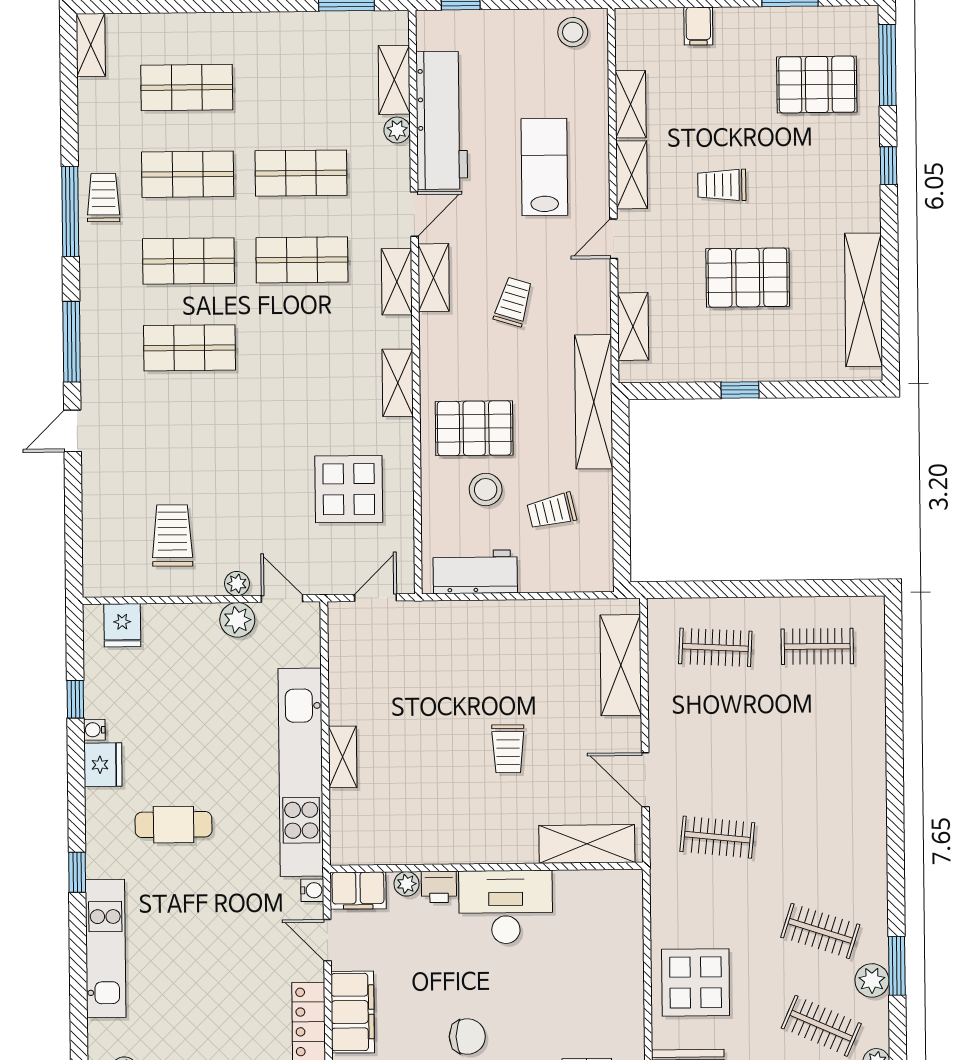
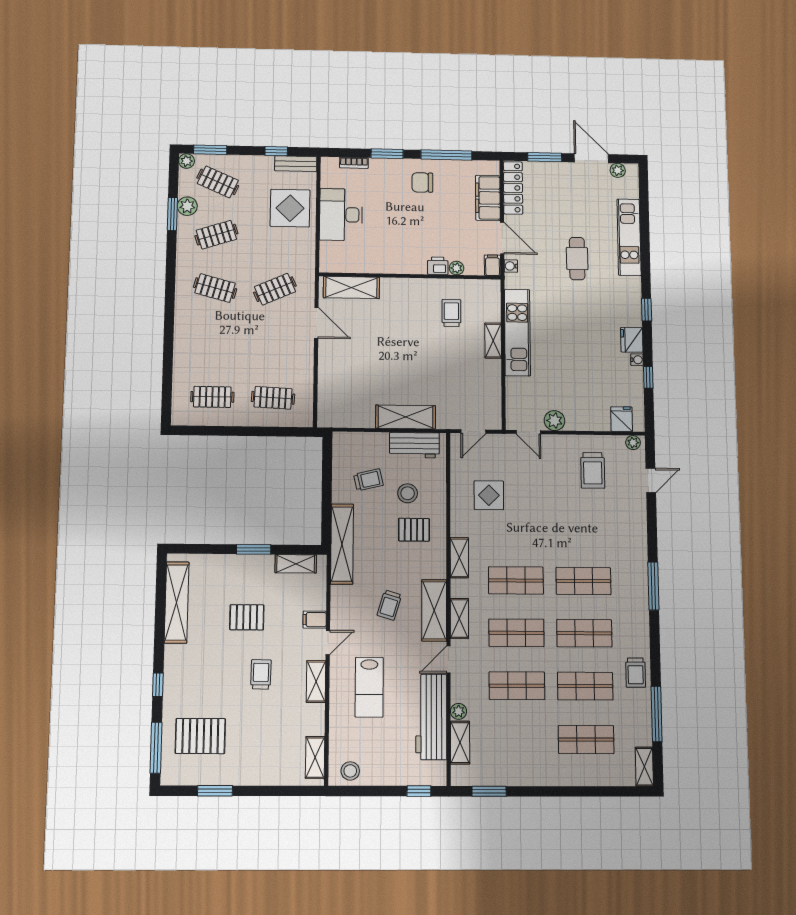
filing cabinet: (698, 26) -> (315, 620), moved, turned -90
shelving: (631, 104) -> (315, 758), moved
trolley: (722, 185) -> (261, 674), turned -89
window: (70, 211) -> (657, 714), moved
shelving: (434, 278) -> (434, 610), width x1.50, depth x1.33
pallet: (748, 278) -> (247, 617), width x0.67, depth x0.71
shelving: (633, 326) -> (296, 564), moved, turned 90
shop shelf: (303, 347) -> (516, 580), added
window: (740, 390) -> (254, 549), width x1.50
pallet: (474, 428) -> (414, 530), width x0.67, depth x0.71
door: (72, 431) -> (651, 480), moved
display table: (349, 489) -> (489, 495), width x0.73, depth x0.73
plant: (237, 584) -> (633, 443), moved
shelving: (621, 665) -> (406, 417), moved, turned 90
trolley: (508, 749) -> (451, 313), moved
kitchen unit: (301, 772) -> (517, 332), width x0.73
cafe table: (174, 825) -> (577, 259), moved, turned 90
clothes rail: (819, 836) -> (215, 288), added
clothes rail: (717, 837) -> (275, 289), turned -30
window: (77, 872) -> (647, 310), moved
filing cabinet: (358, 890) -> (493, 265), width x0.50
desk: (506, 907) -> (341, 215), moved, turned 90
clothes rail: (820, 931) -> (216, 235), turned -36
door: (327, 940) -> (502, 238), width x1.38

